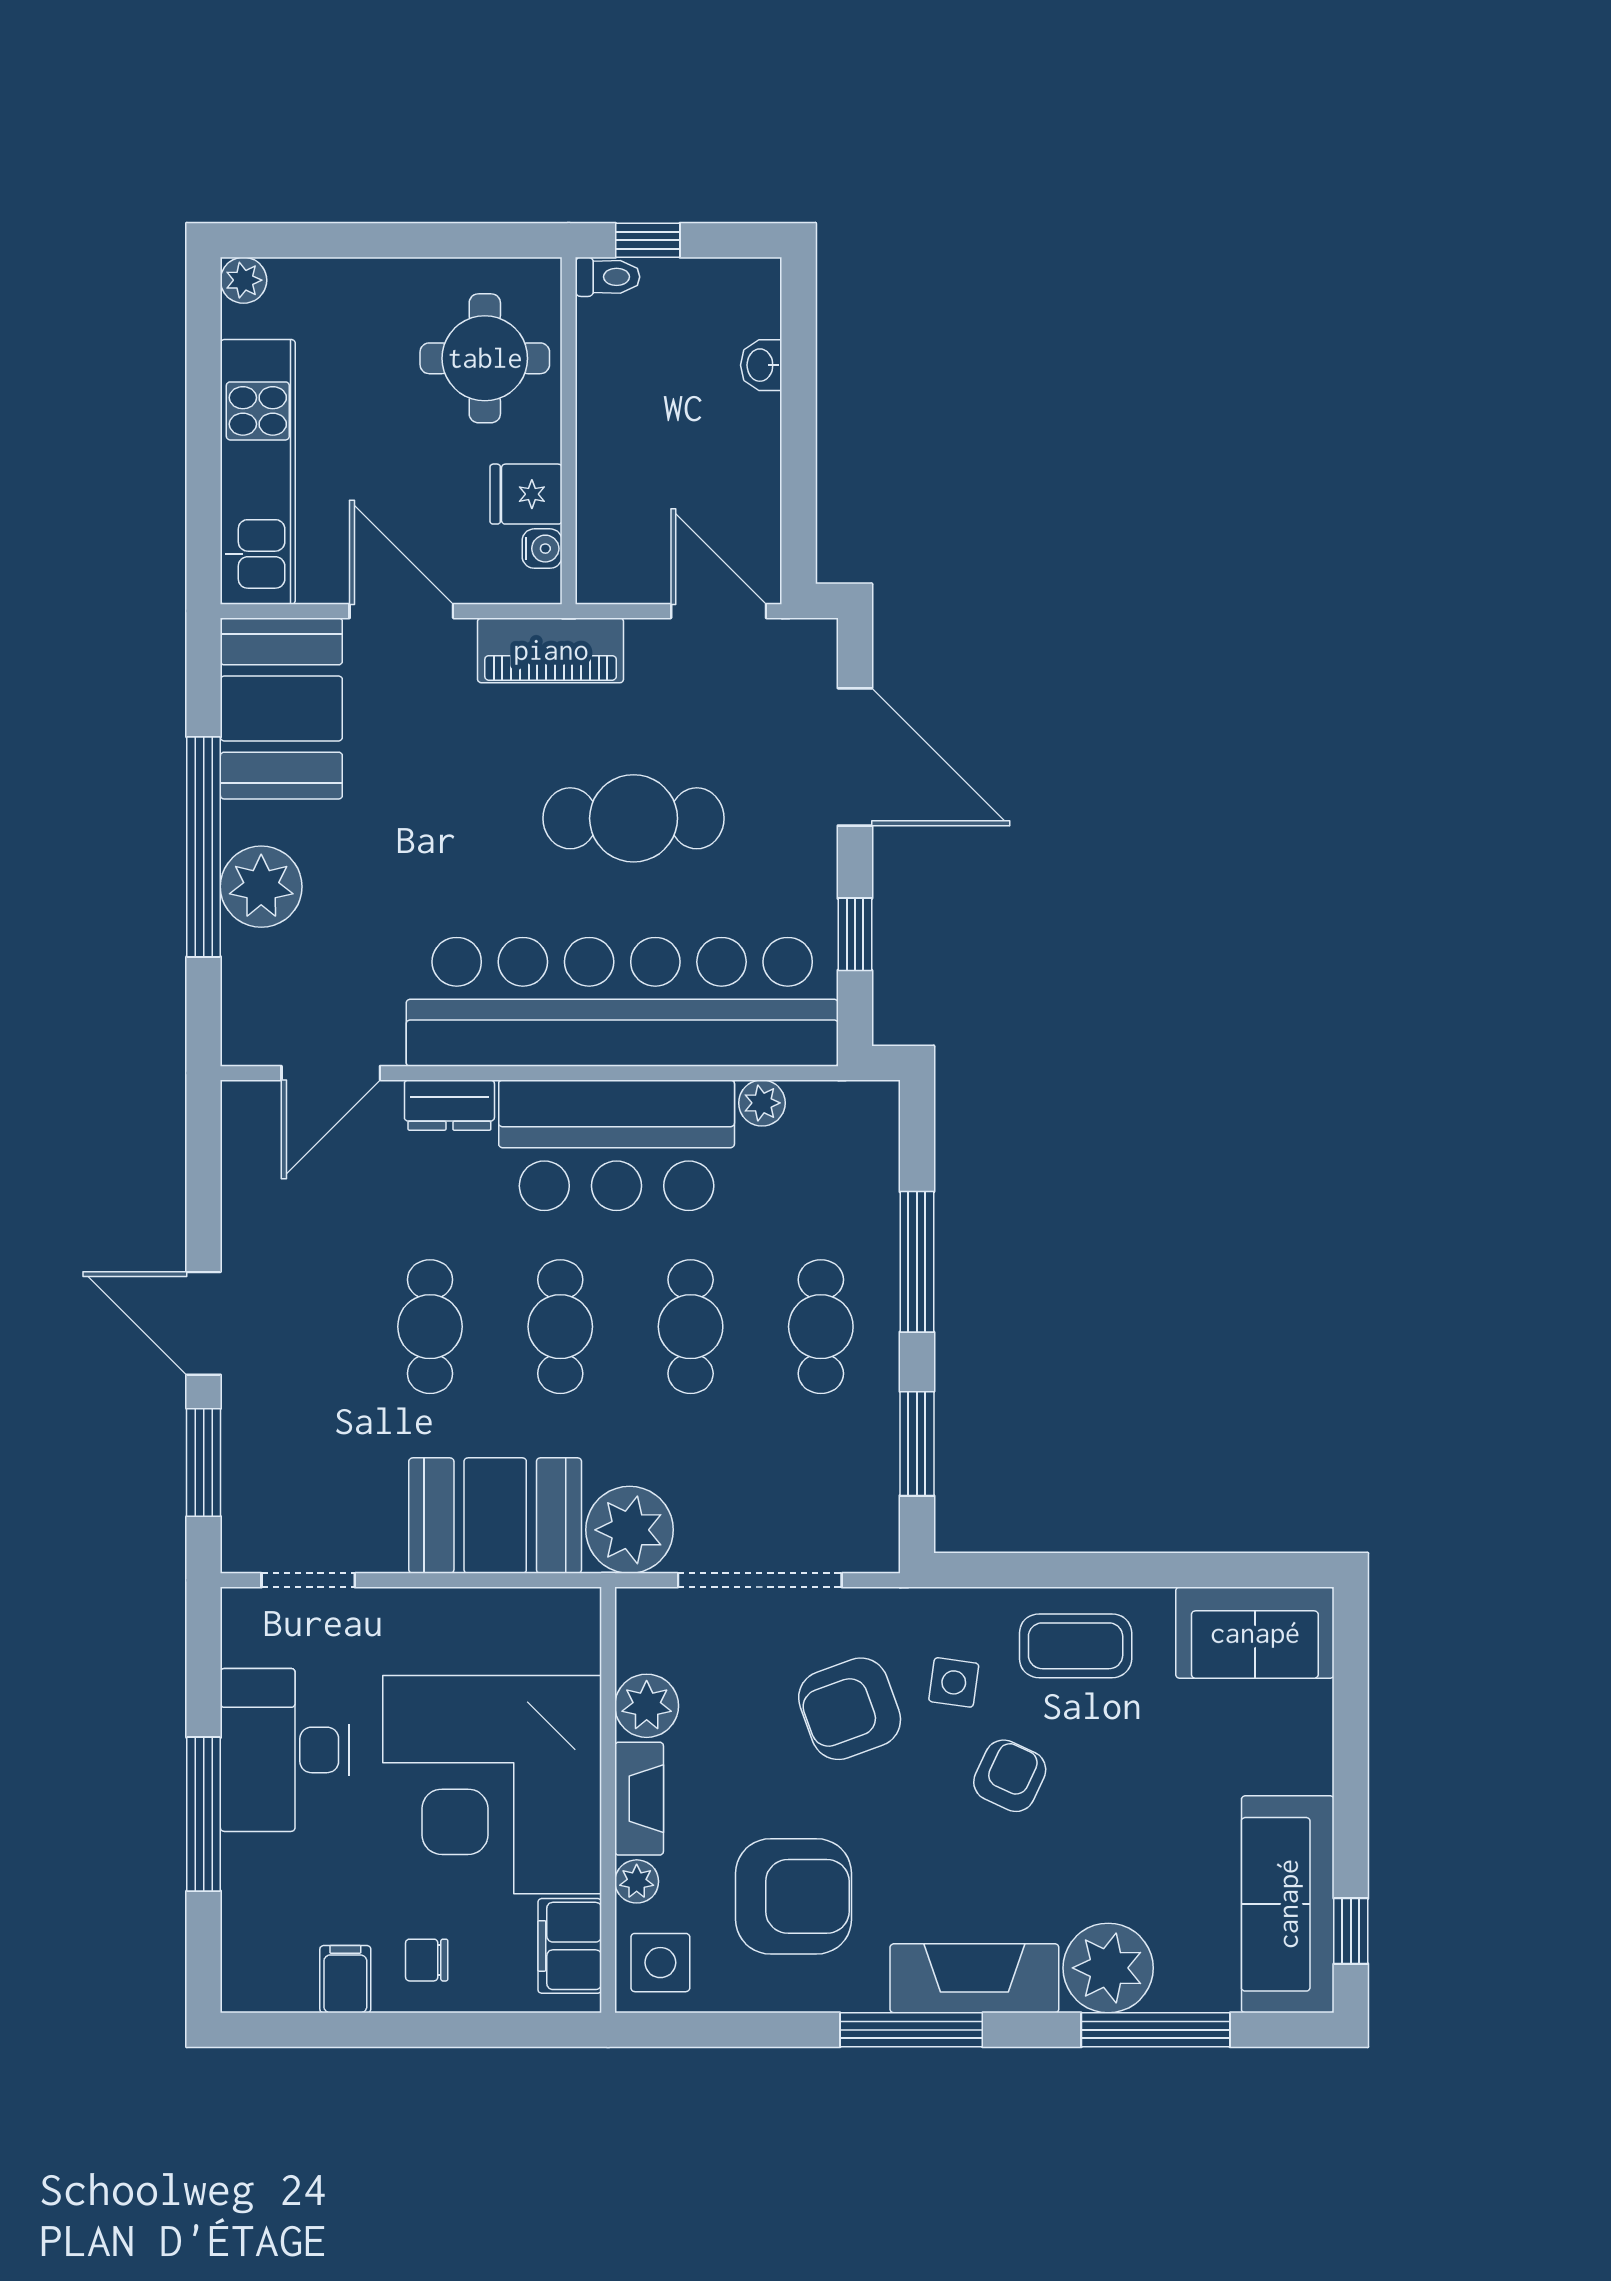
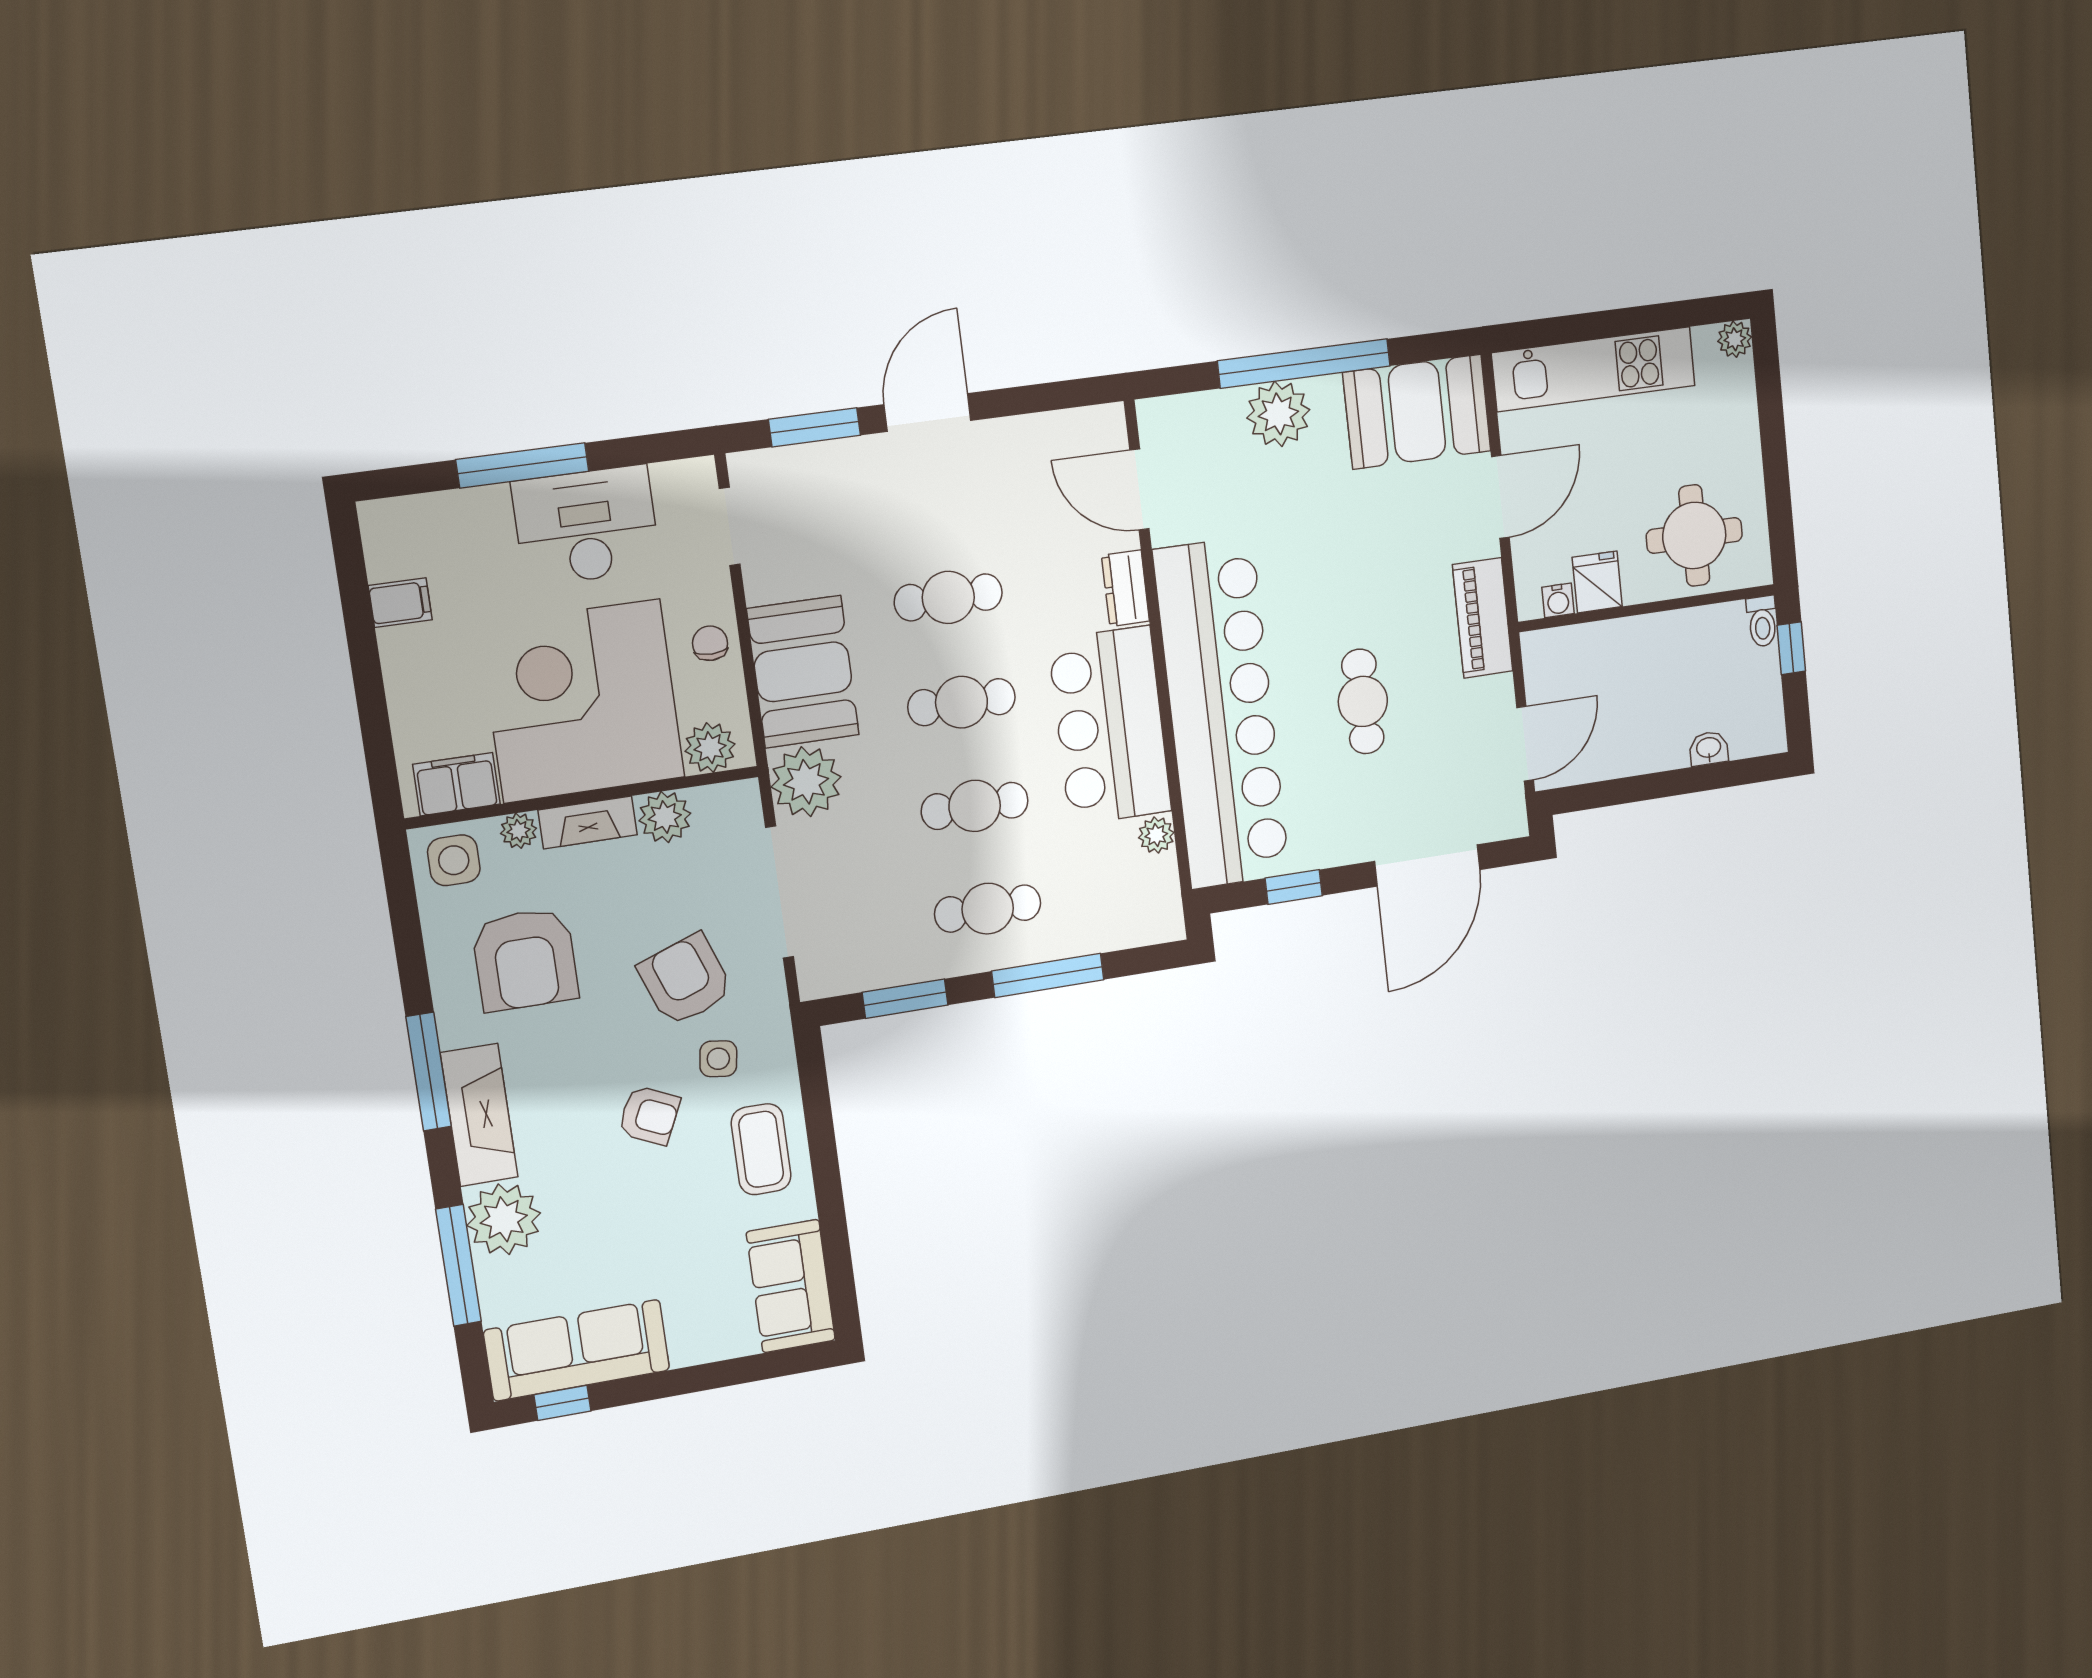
cafe table: (634, 818) -> (1363, 701), width x0.73, depth x0.74
plant: (571, 1640) -> (710, 748), added
chair: (427, 1960) -> (710, 643), moved

